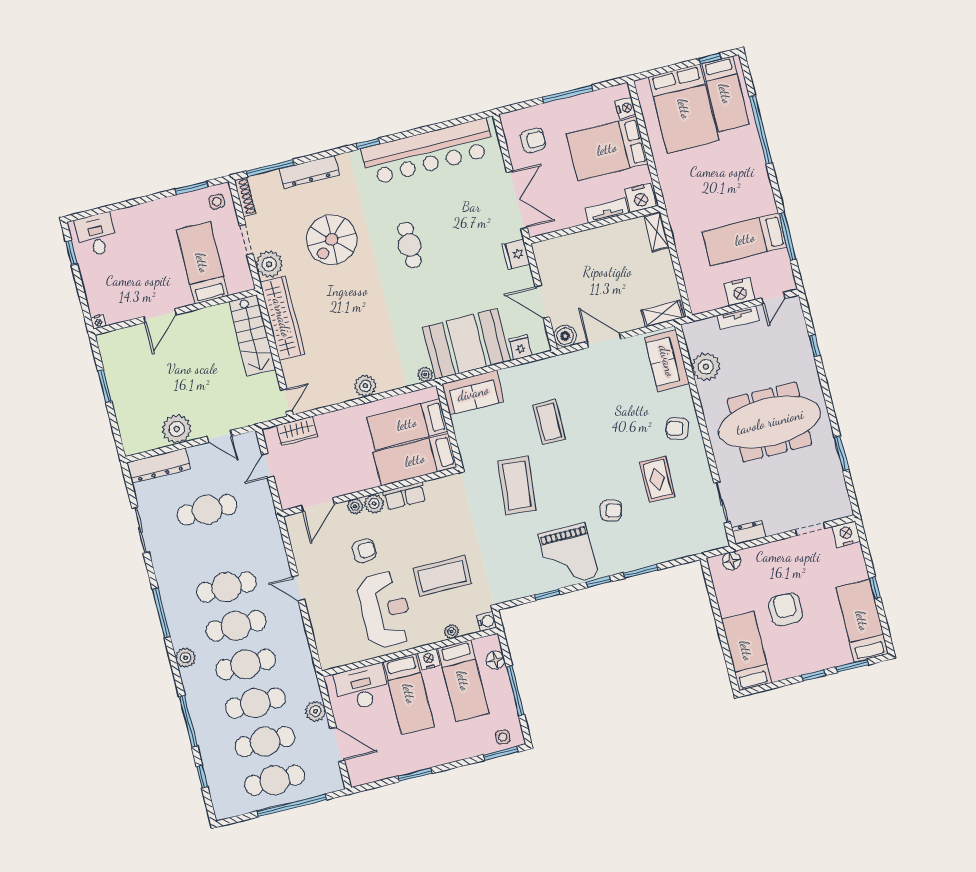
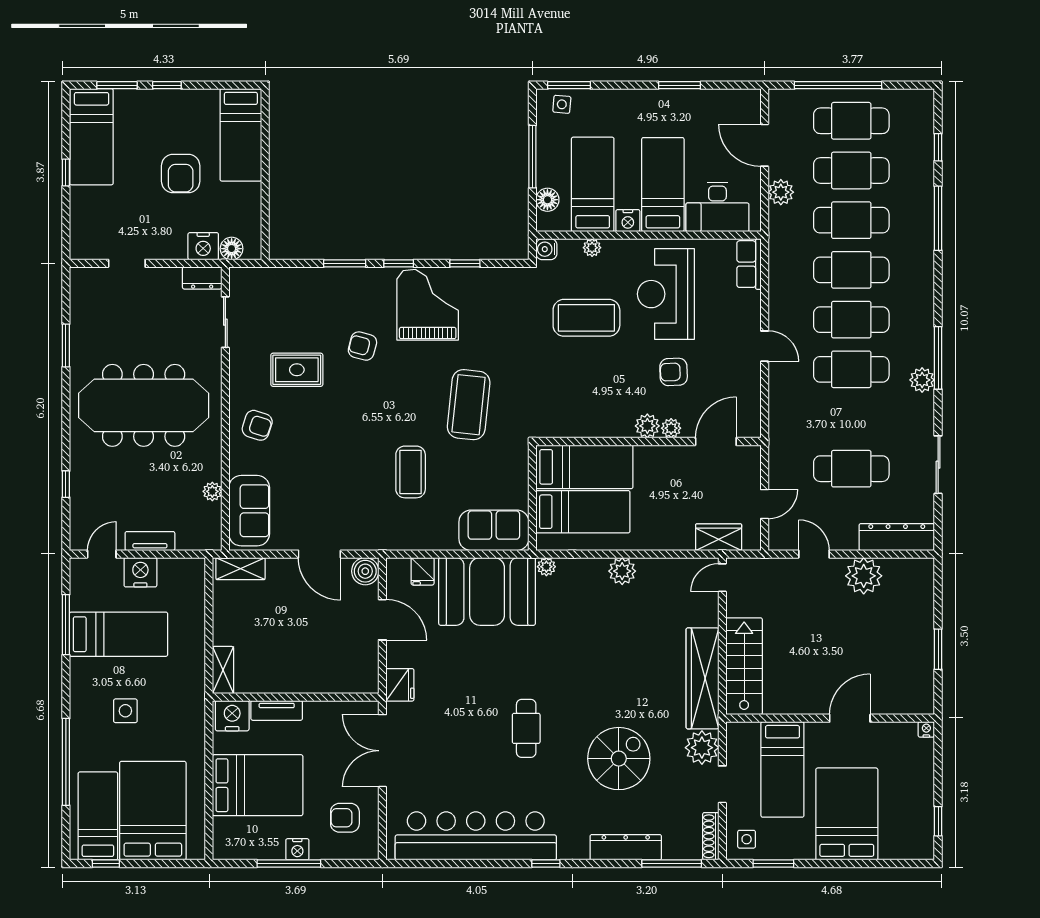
nightstand: (626, 108) -> (297, 849), moved, turned -90
side table: (724, 181) -> (125, 711), added
desk: (96, 235) -> (903, 835), removed
bed: (144, 241) -> (847, 814), added
plant: (706, 367) -> (212, 491), width x0.53, depth x0.53
rug: (657, 479) -> (297, 370), turned 90
row of seats: (405, 496) -> (749, 264), moved, turned -90
nightstand: (846, 534) -> (203, 246), moved
plant: (186, 658) -> (922, 380), moved

